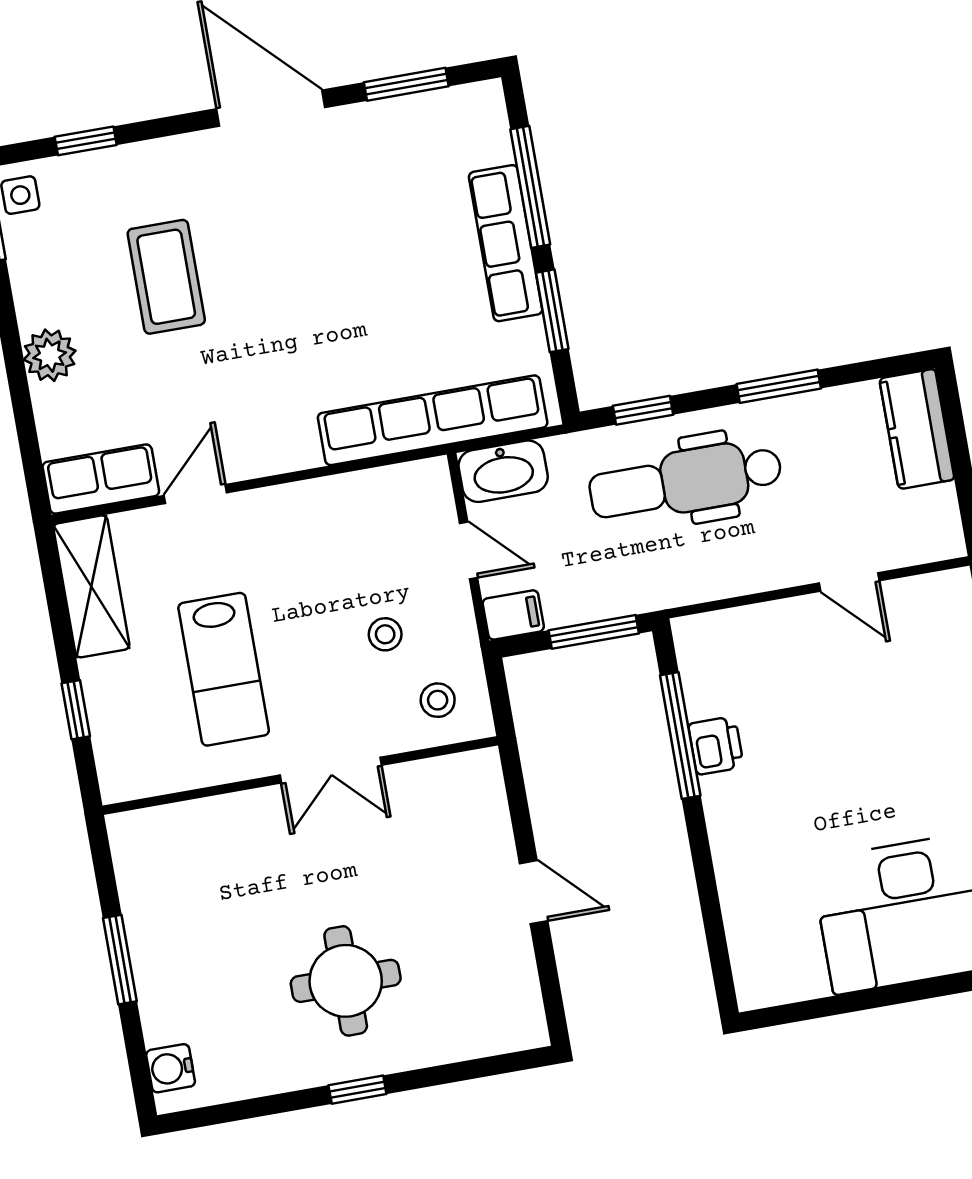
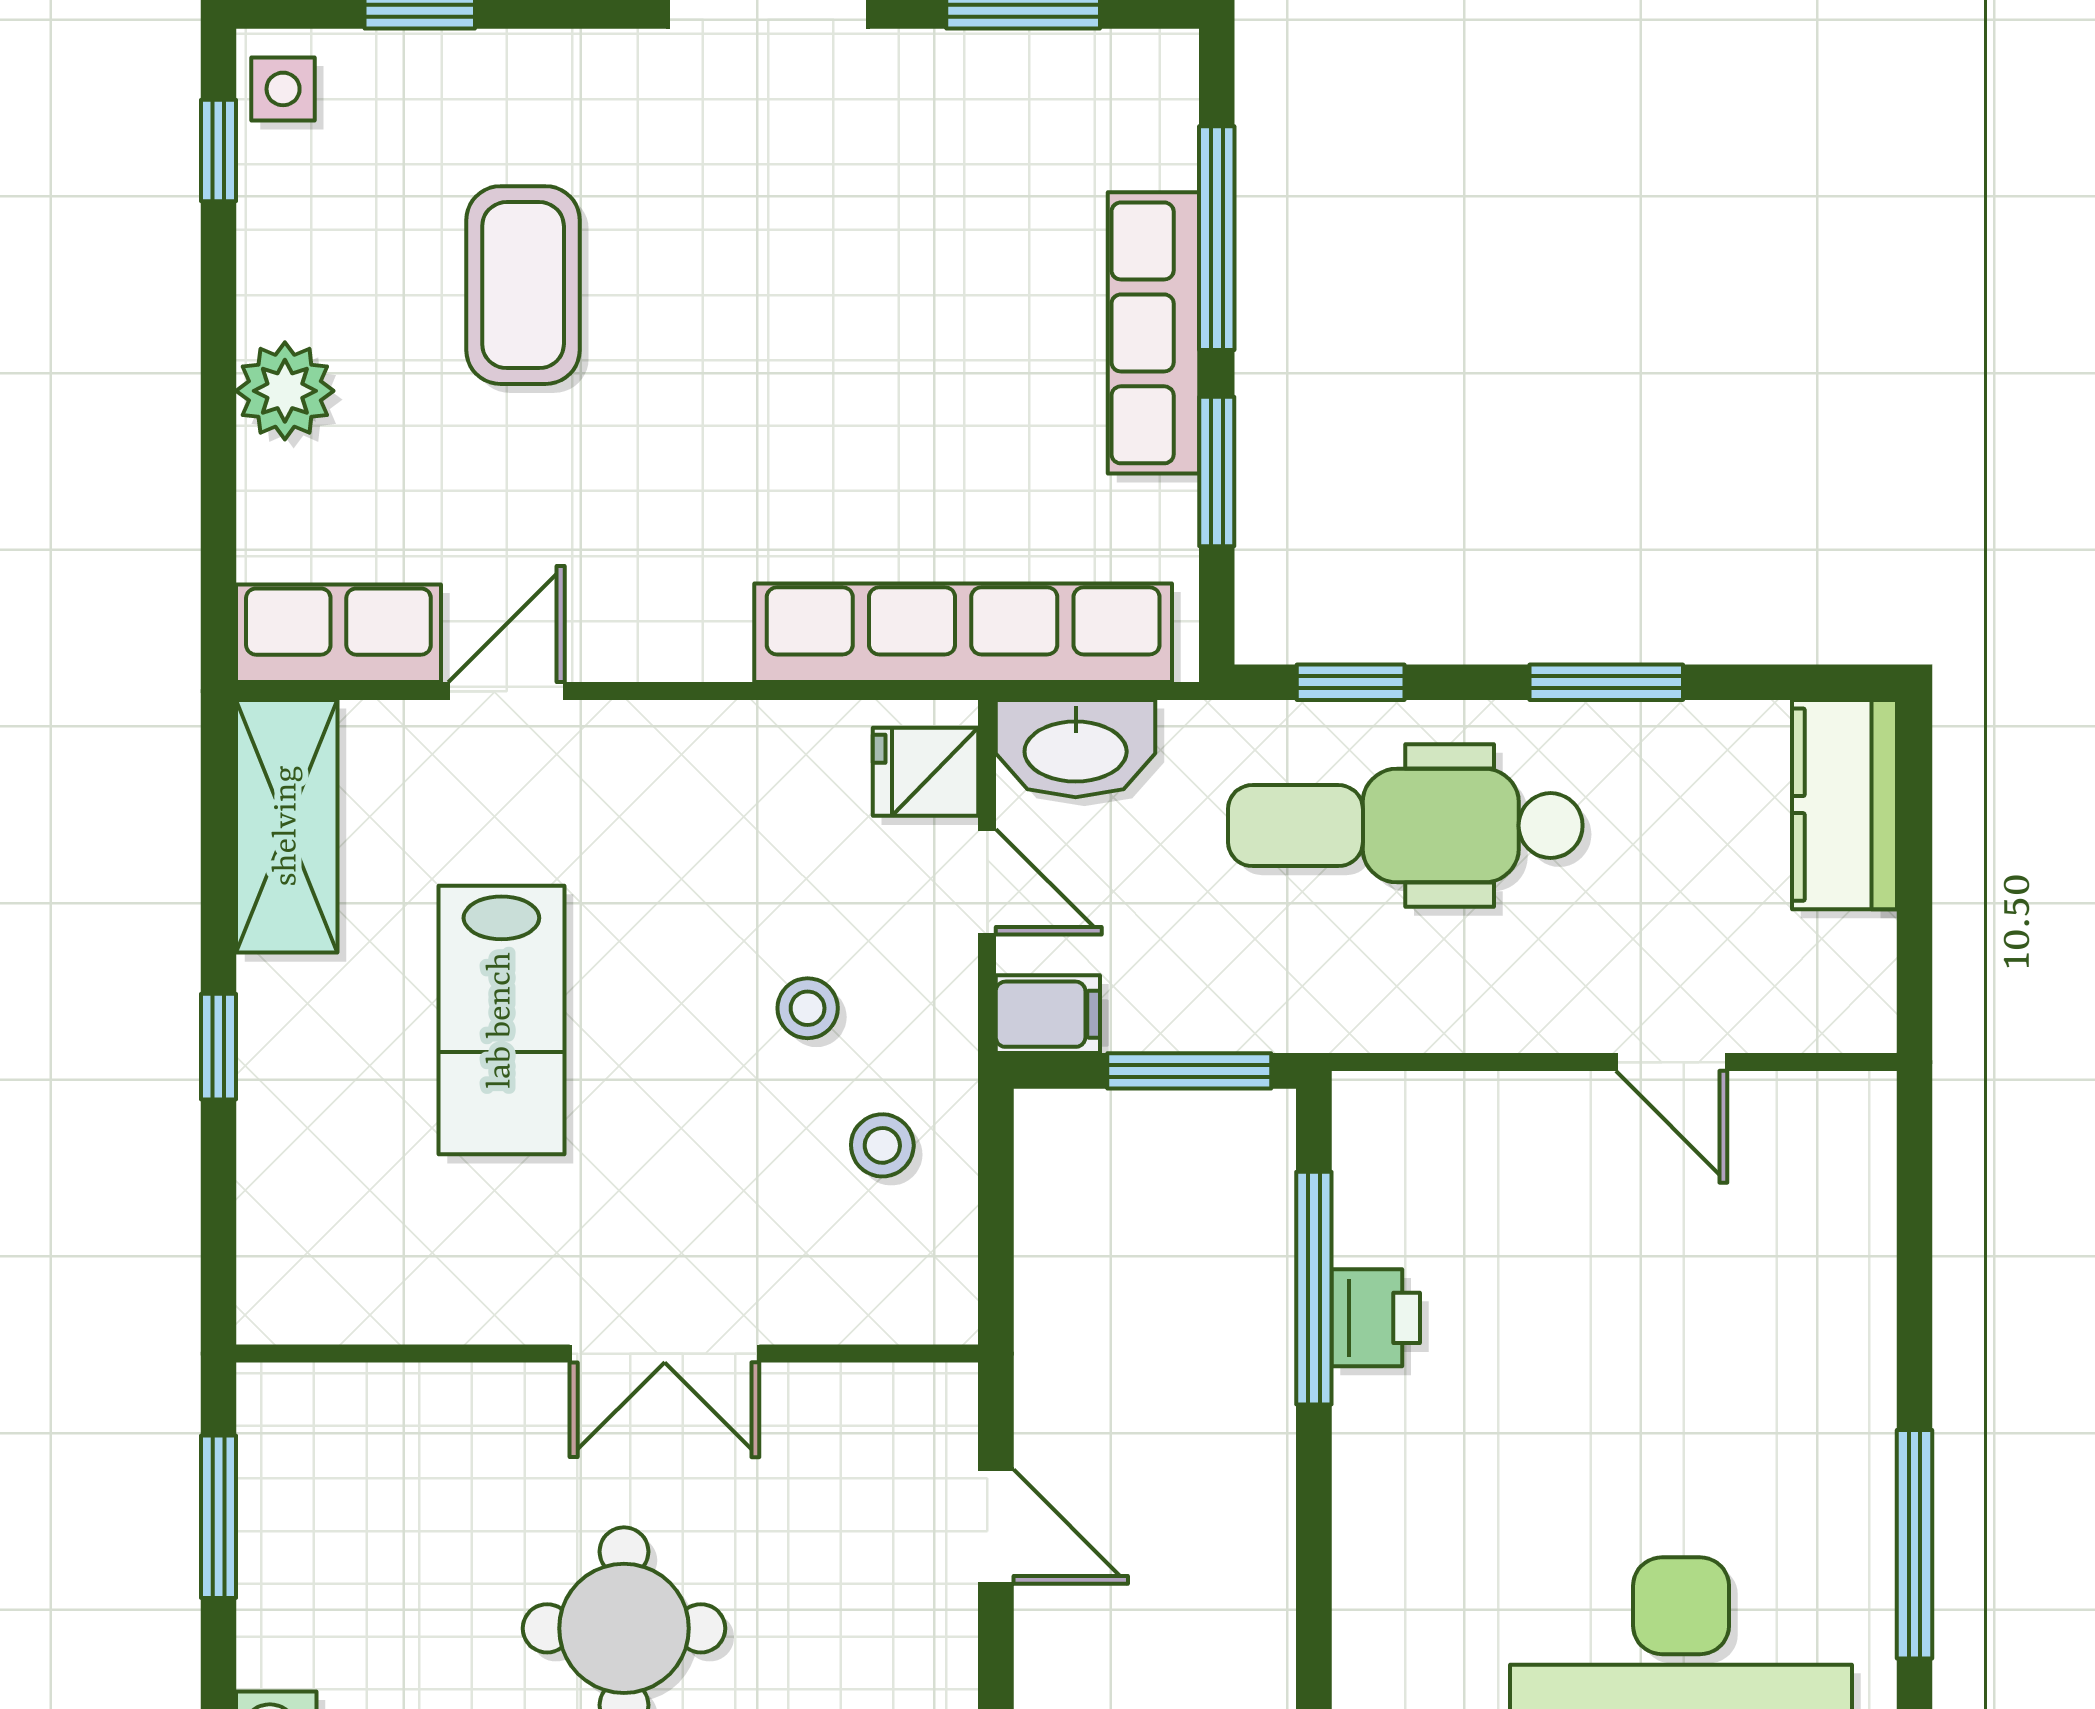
fridge: (426, 498) -> (926, 772), added
double door: (331, 770) -> (665, 1354), moved
wall: (300, 775) -> (607, 1354), moved

